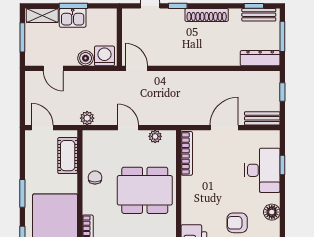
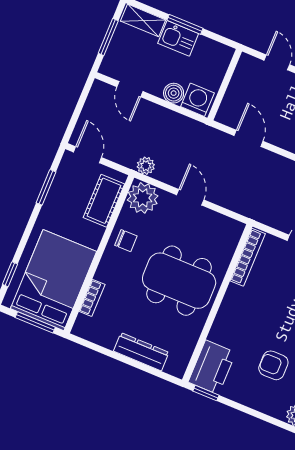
door: (136, 68) -> (249, 138), moved
plant: (155, 136) -> (143, 198), moved, width x1.88, depth x1.88
chair: (95, 177) -> (126, 241), turned 90
window: (22, 193) -> (46, 187), moved

